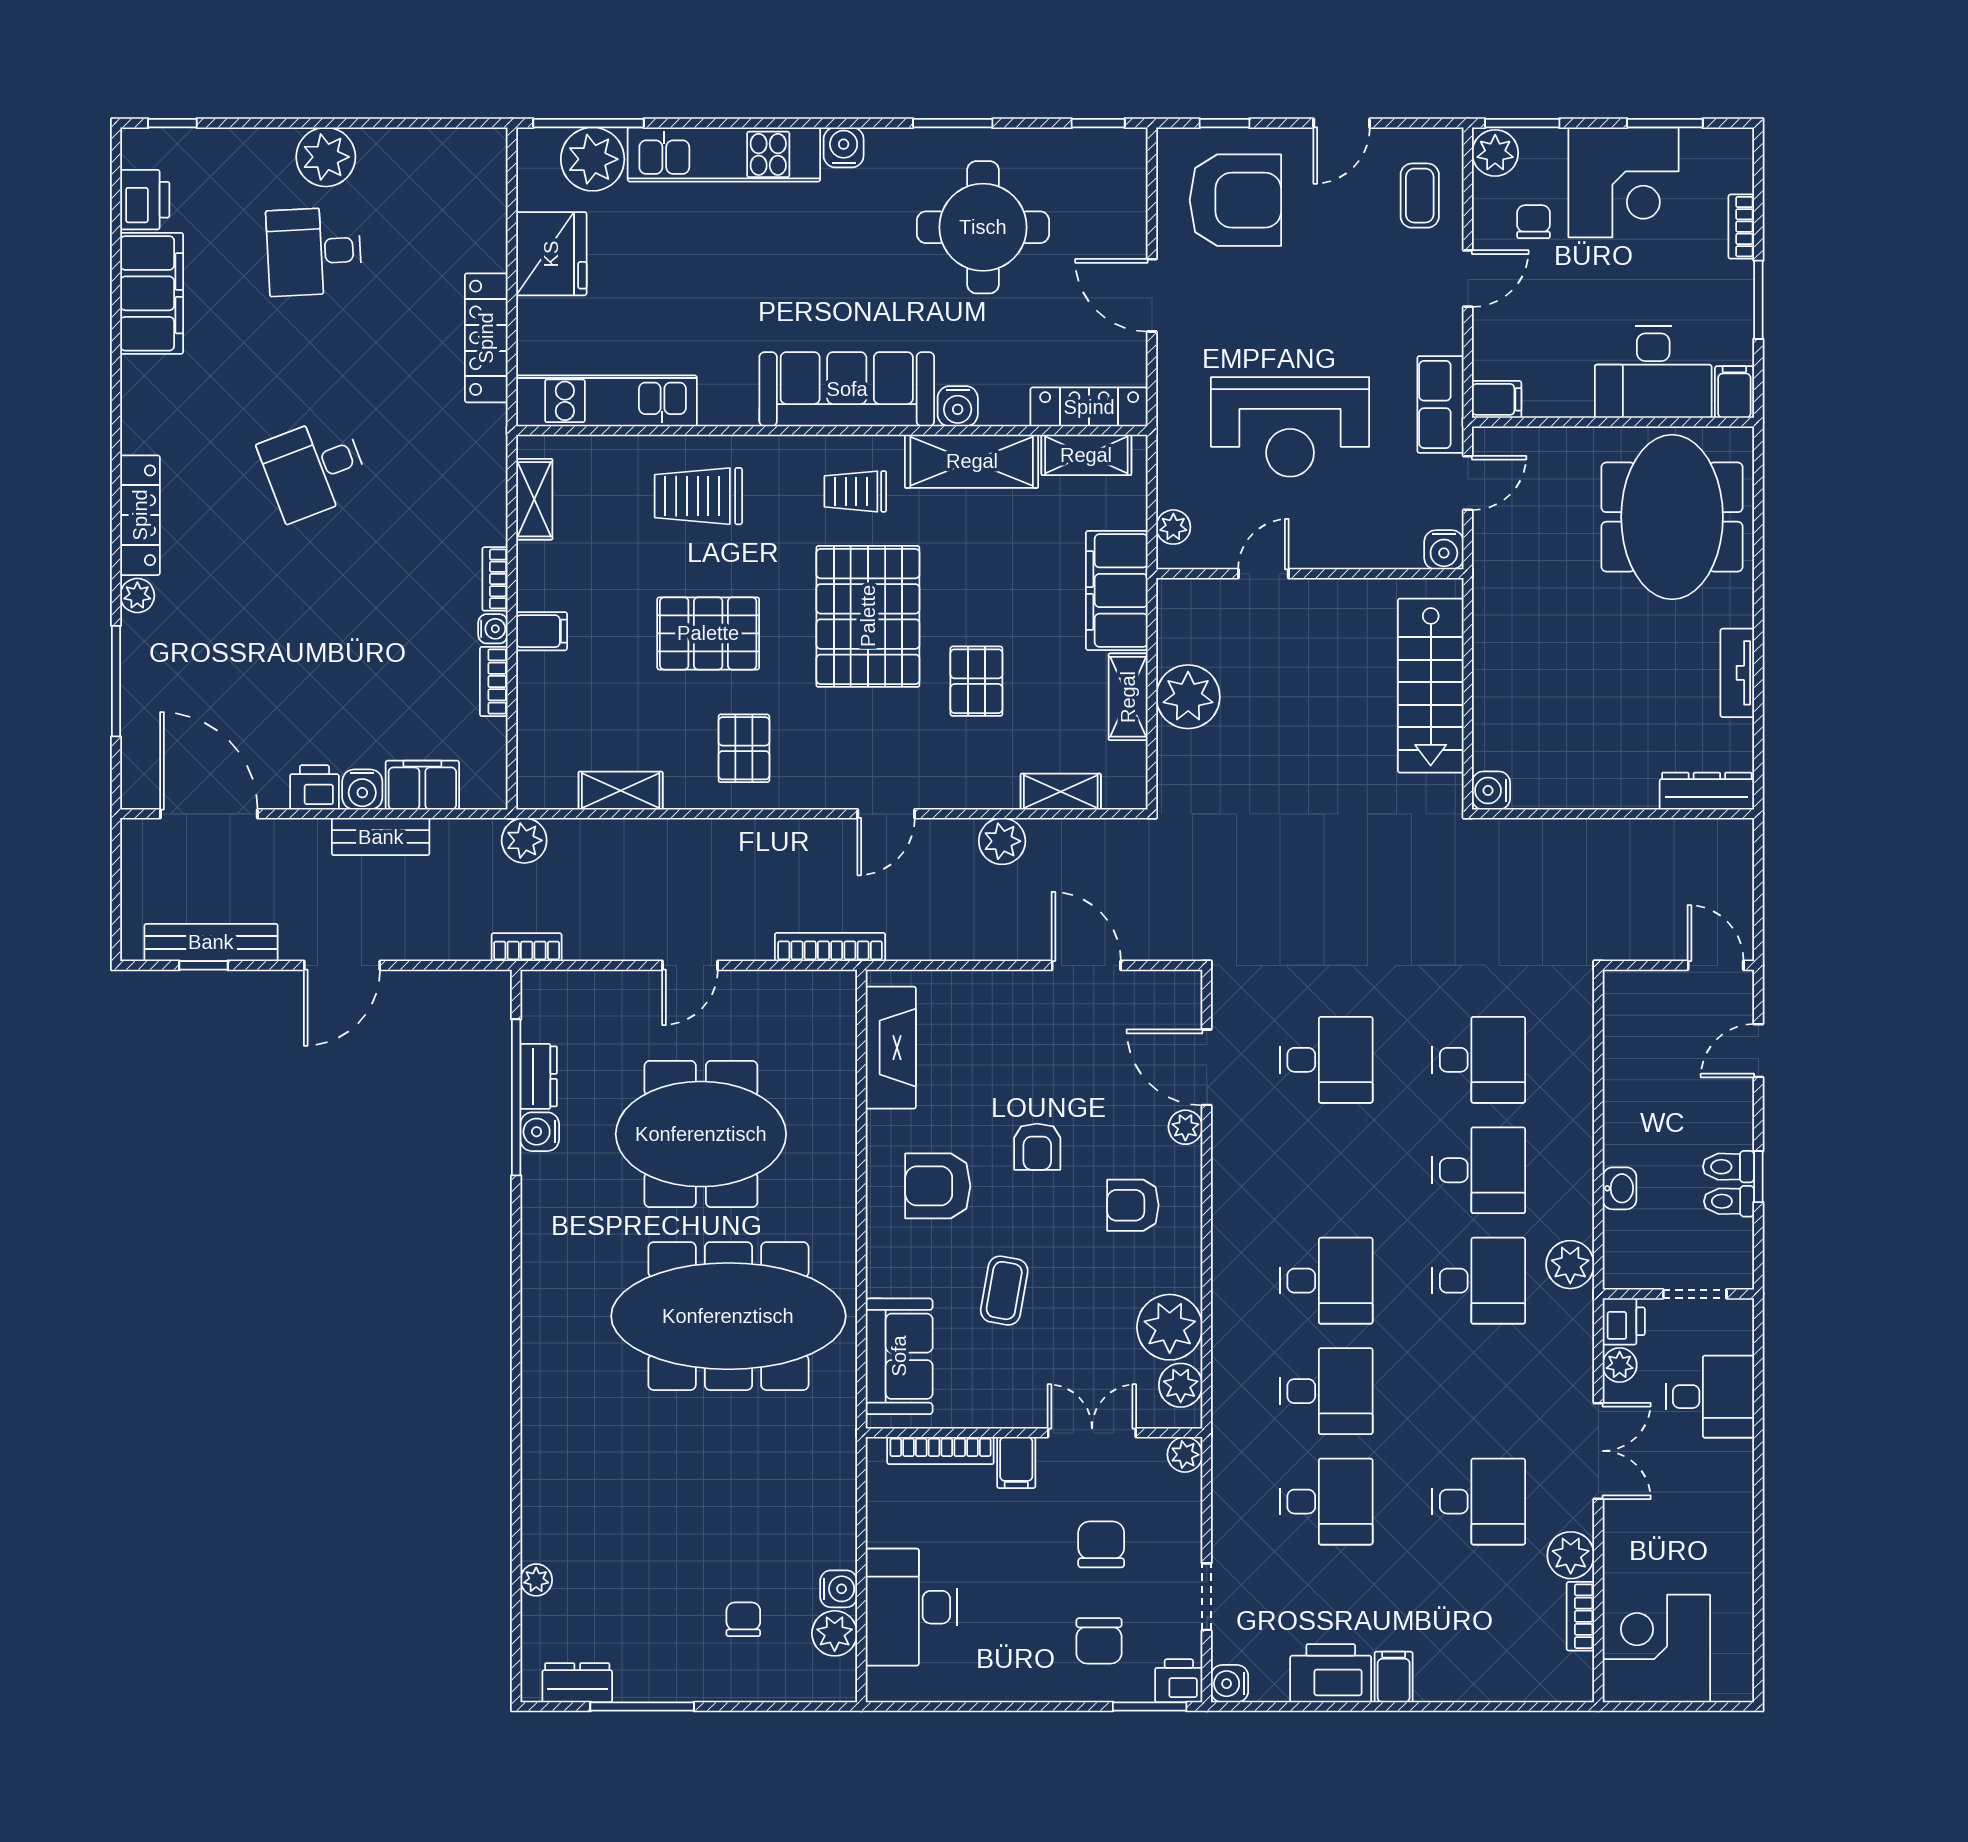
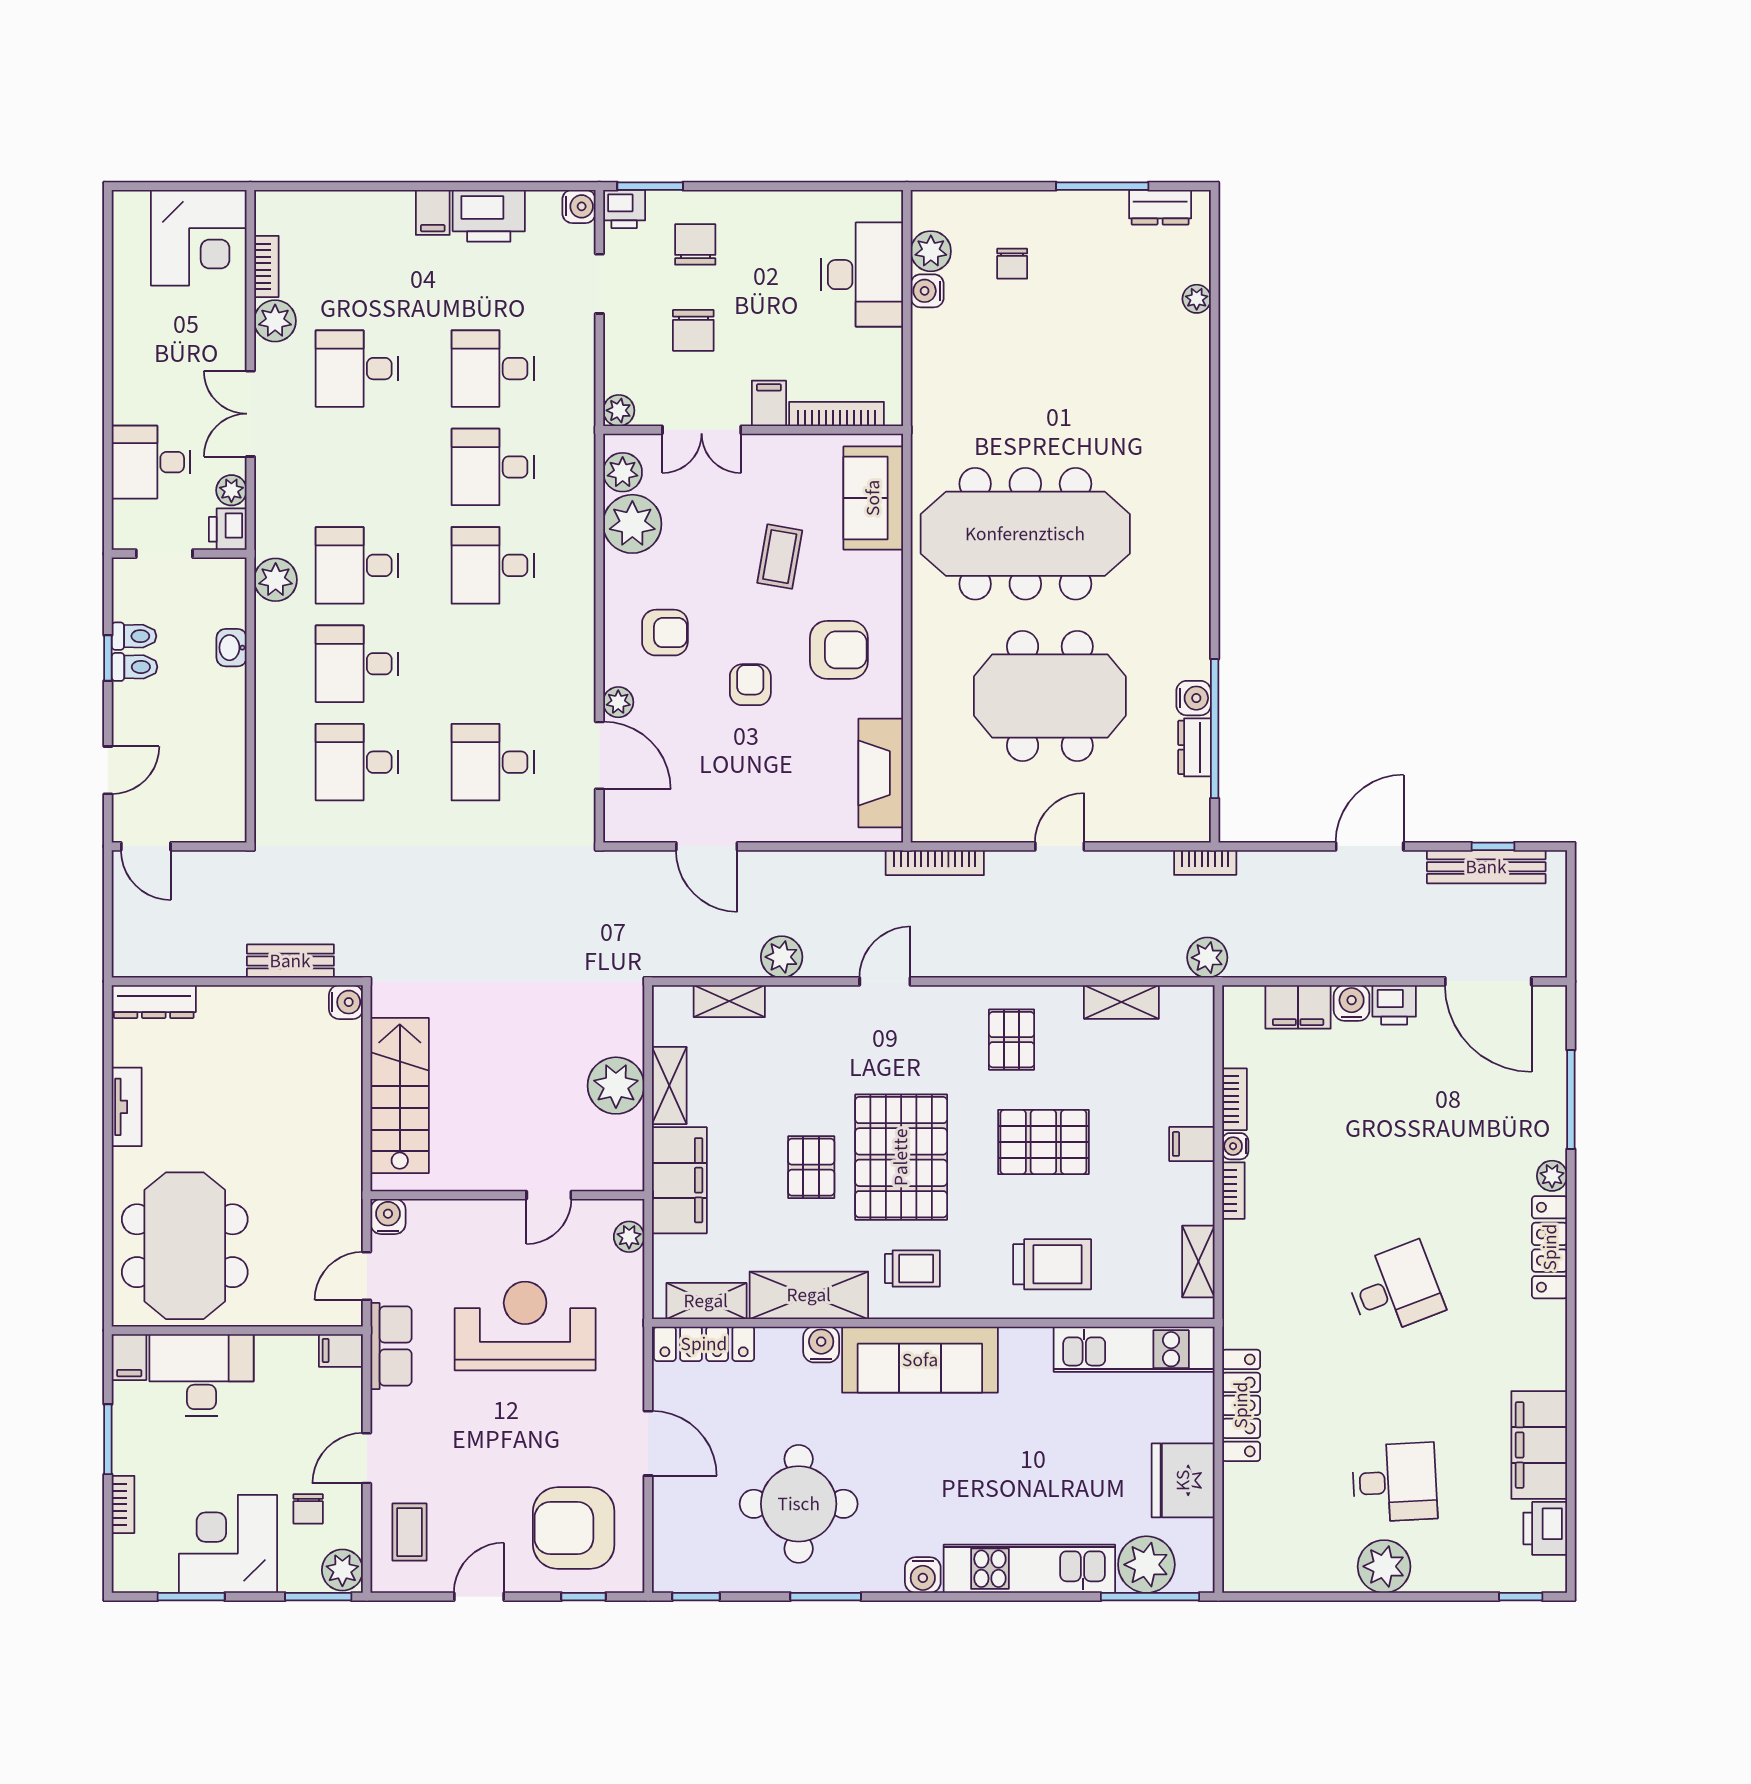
pallet: (976, 681) -> (811, 1167), moved
bench: (381, 837) -> (290, 961), moved

